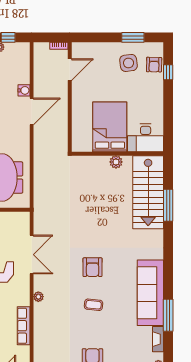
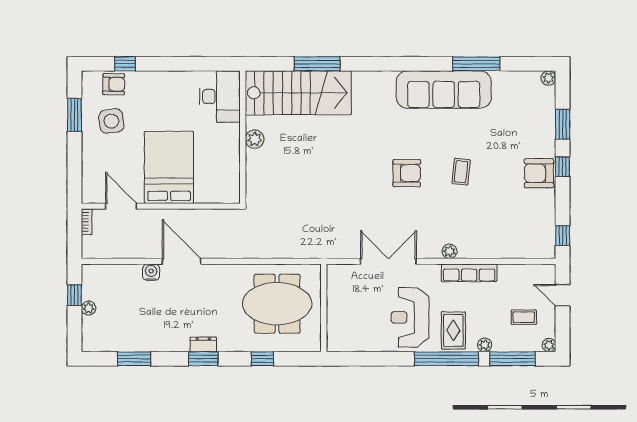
bed: (110, 127) -> (169, 167), moved, turned 90
row of seats: (24, 326) -> (469, 273), moved
fireplace: (158, 339) -> (511, 79), removed

